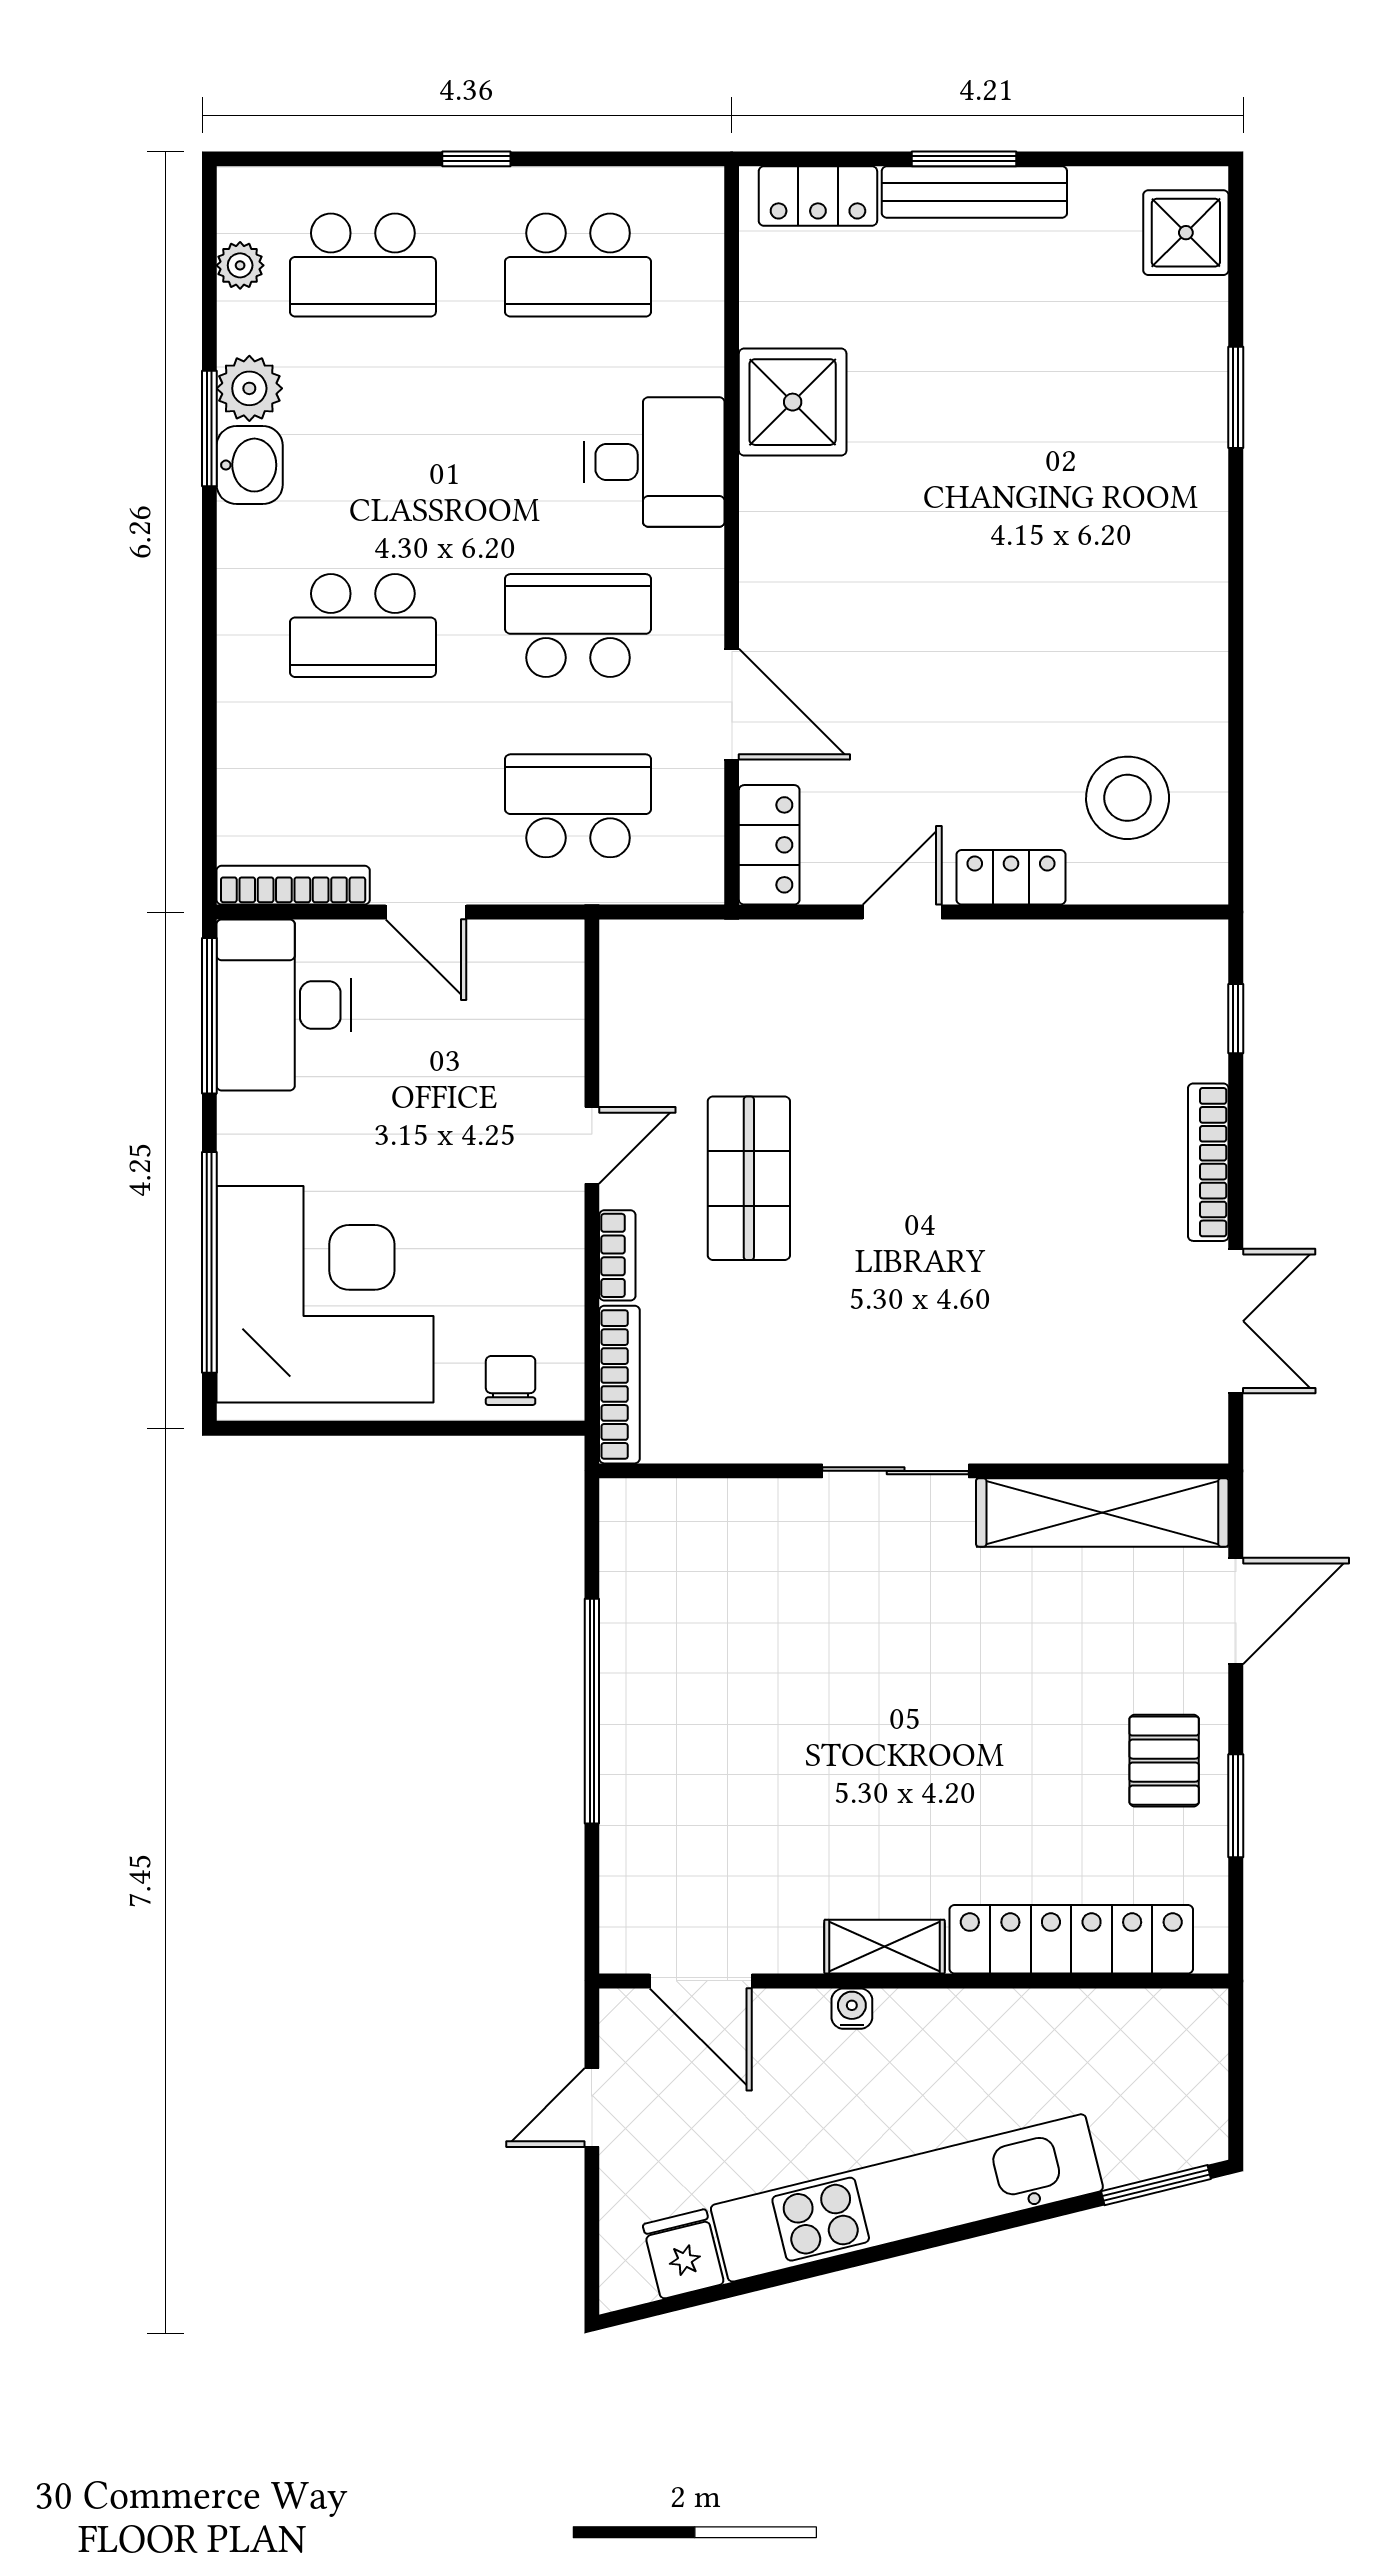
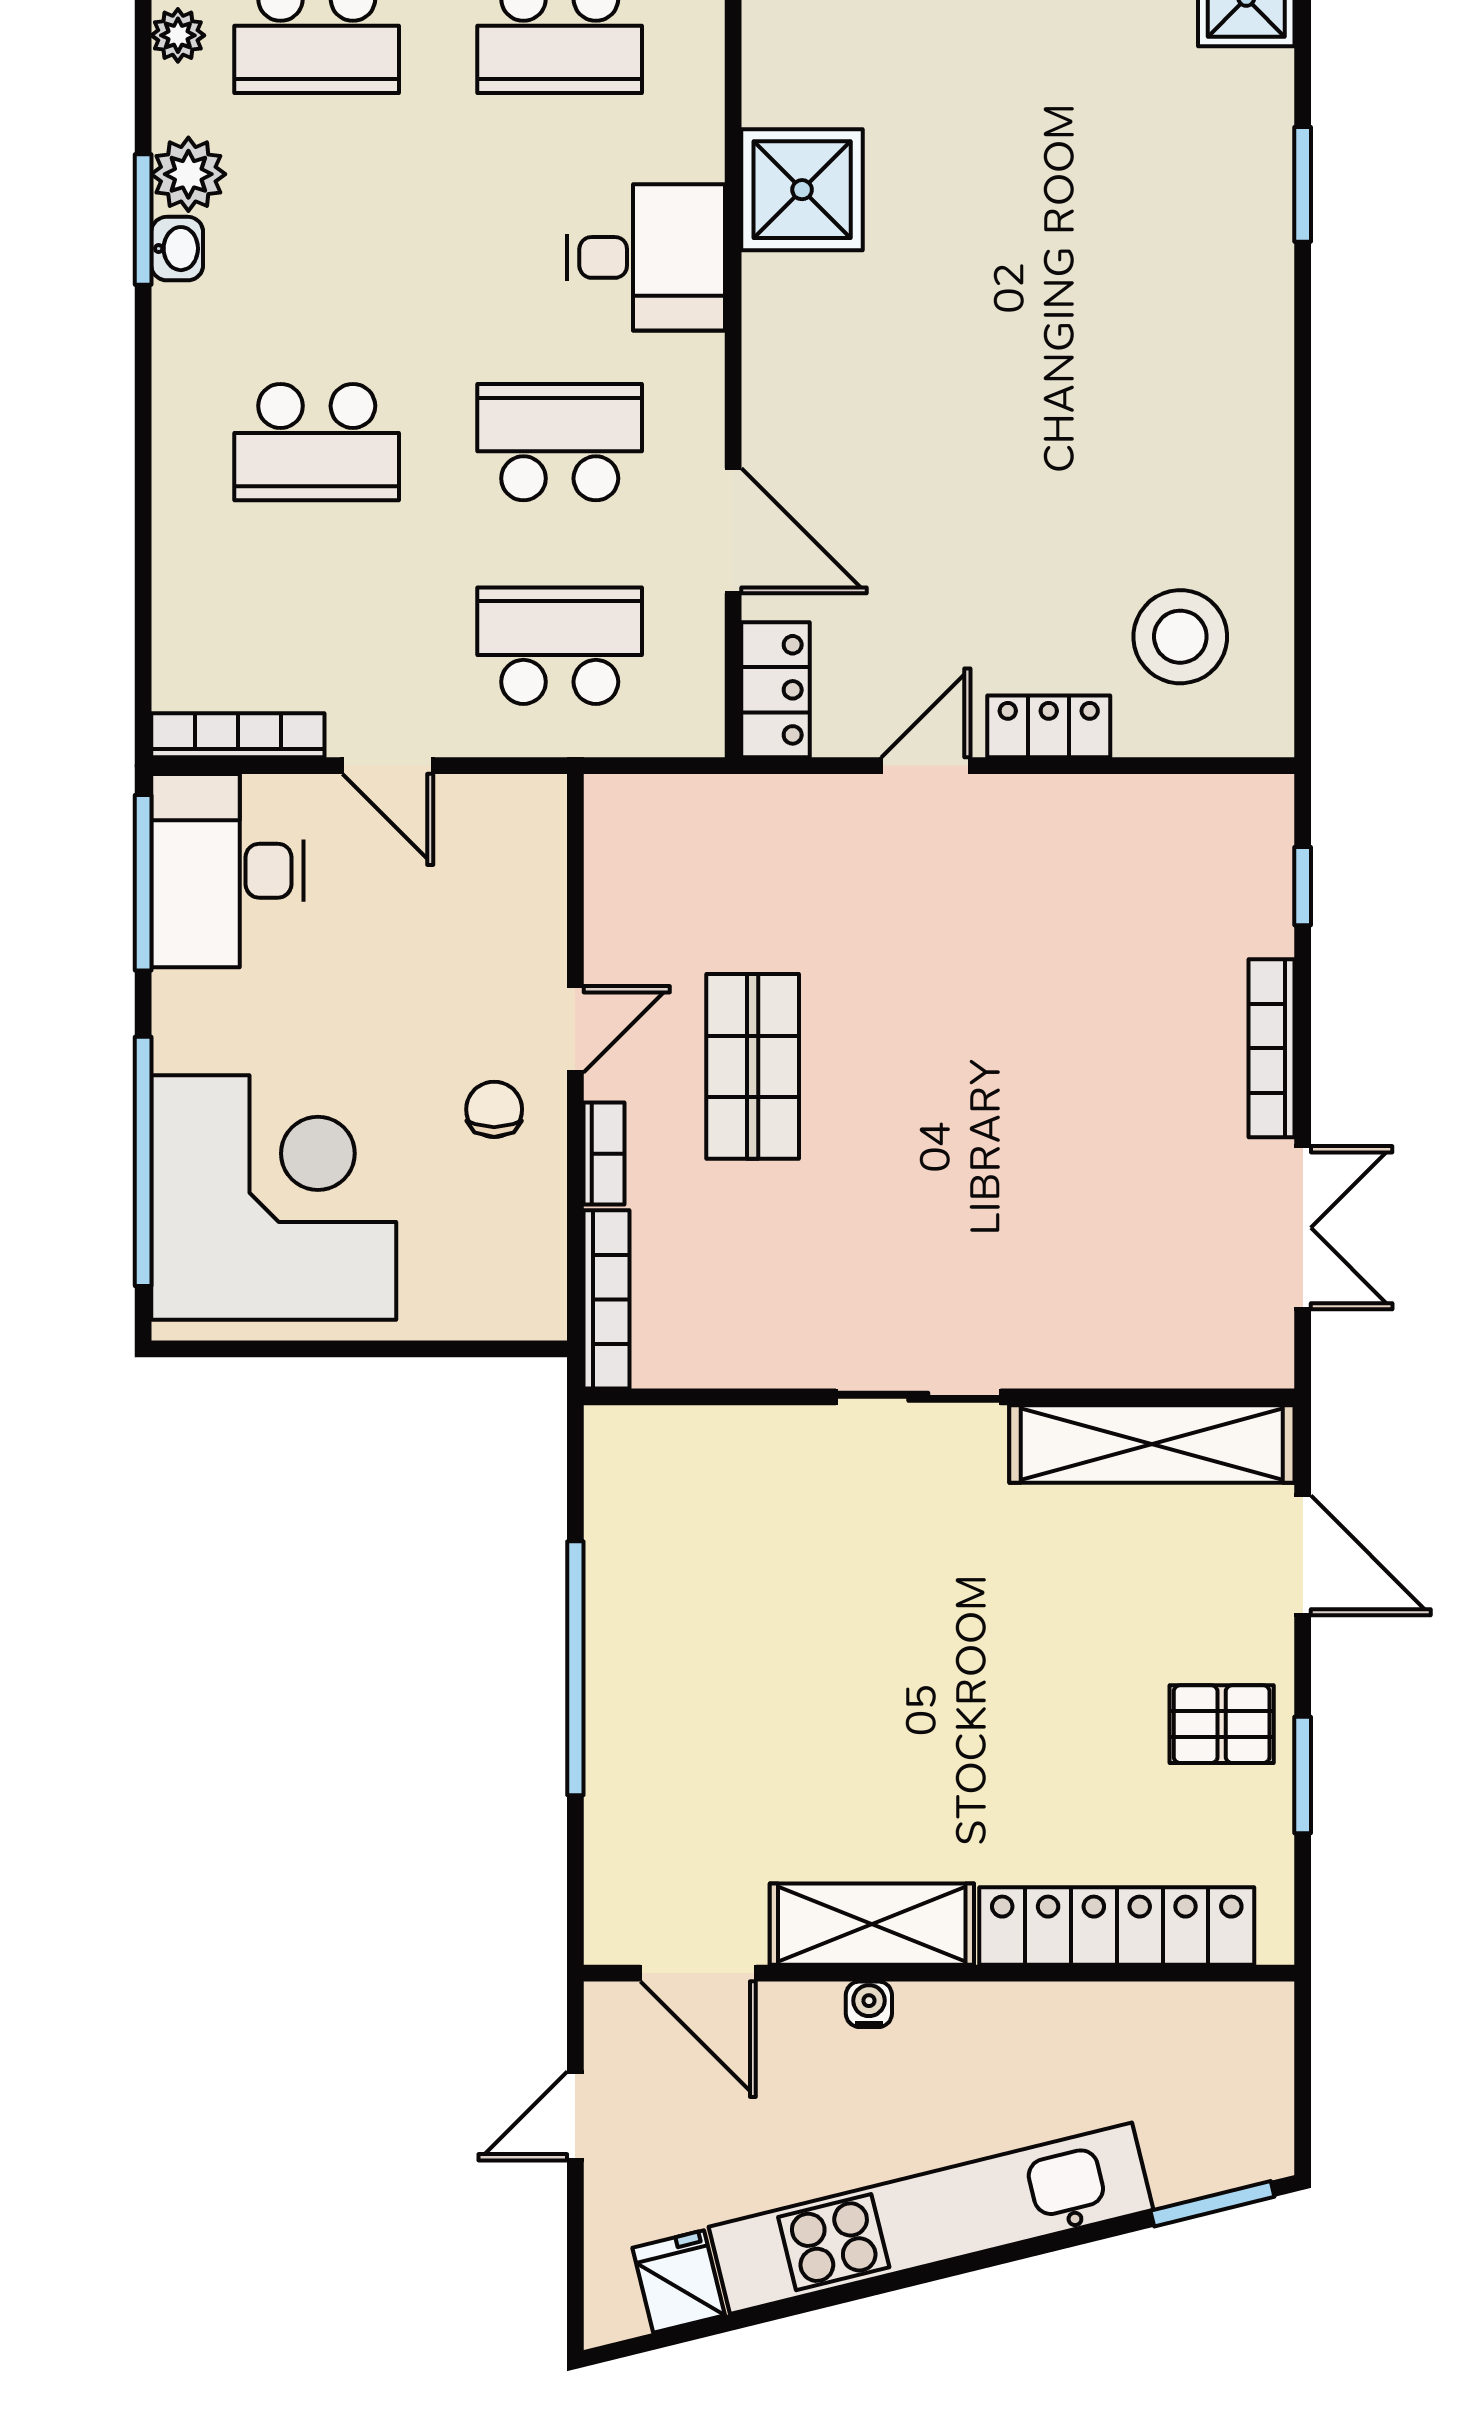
washbasin: (250, 465) -> (177, 249), width x0.72, depth x0.69
chair: (511, 1380) -> (494, 1109), moved
door: (1236, 1611) -> (1303, 1555), hinge flipped
pallet: (1164, 1761) -> (1222, 1724), turned 90
shelving: (884, 1947) -> (872, 1924), width x1.50, depth x1.33

